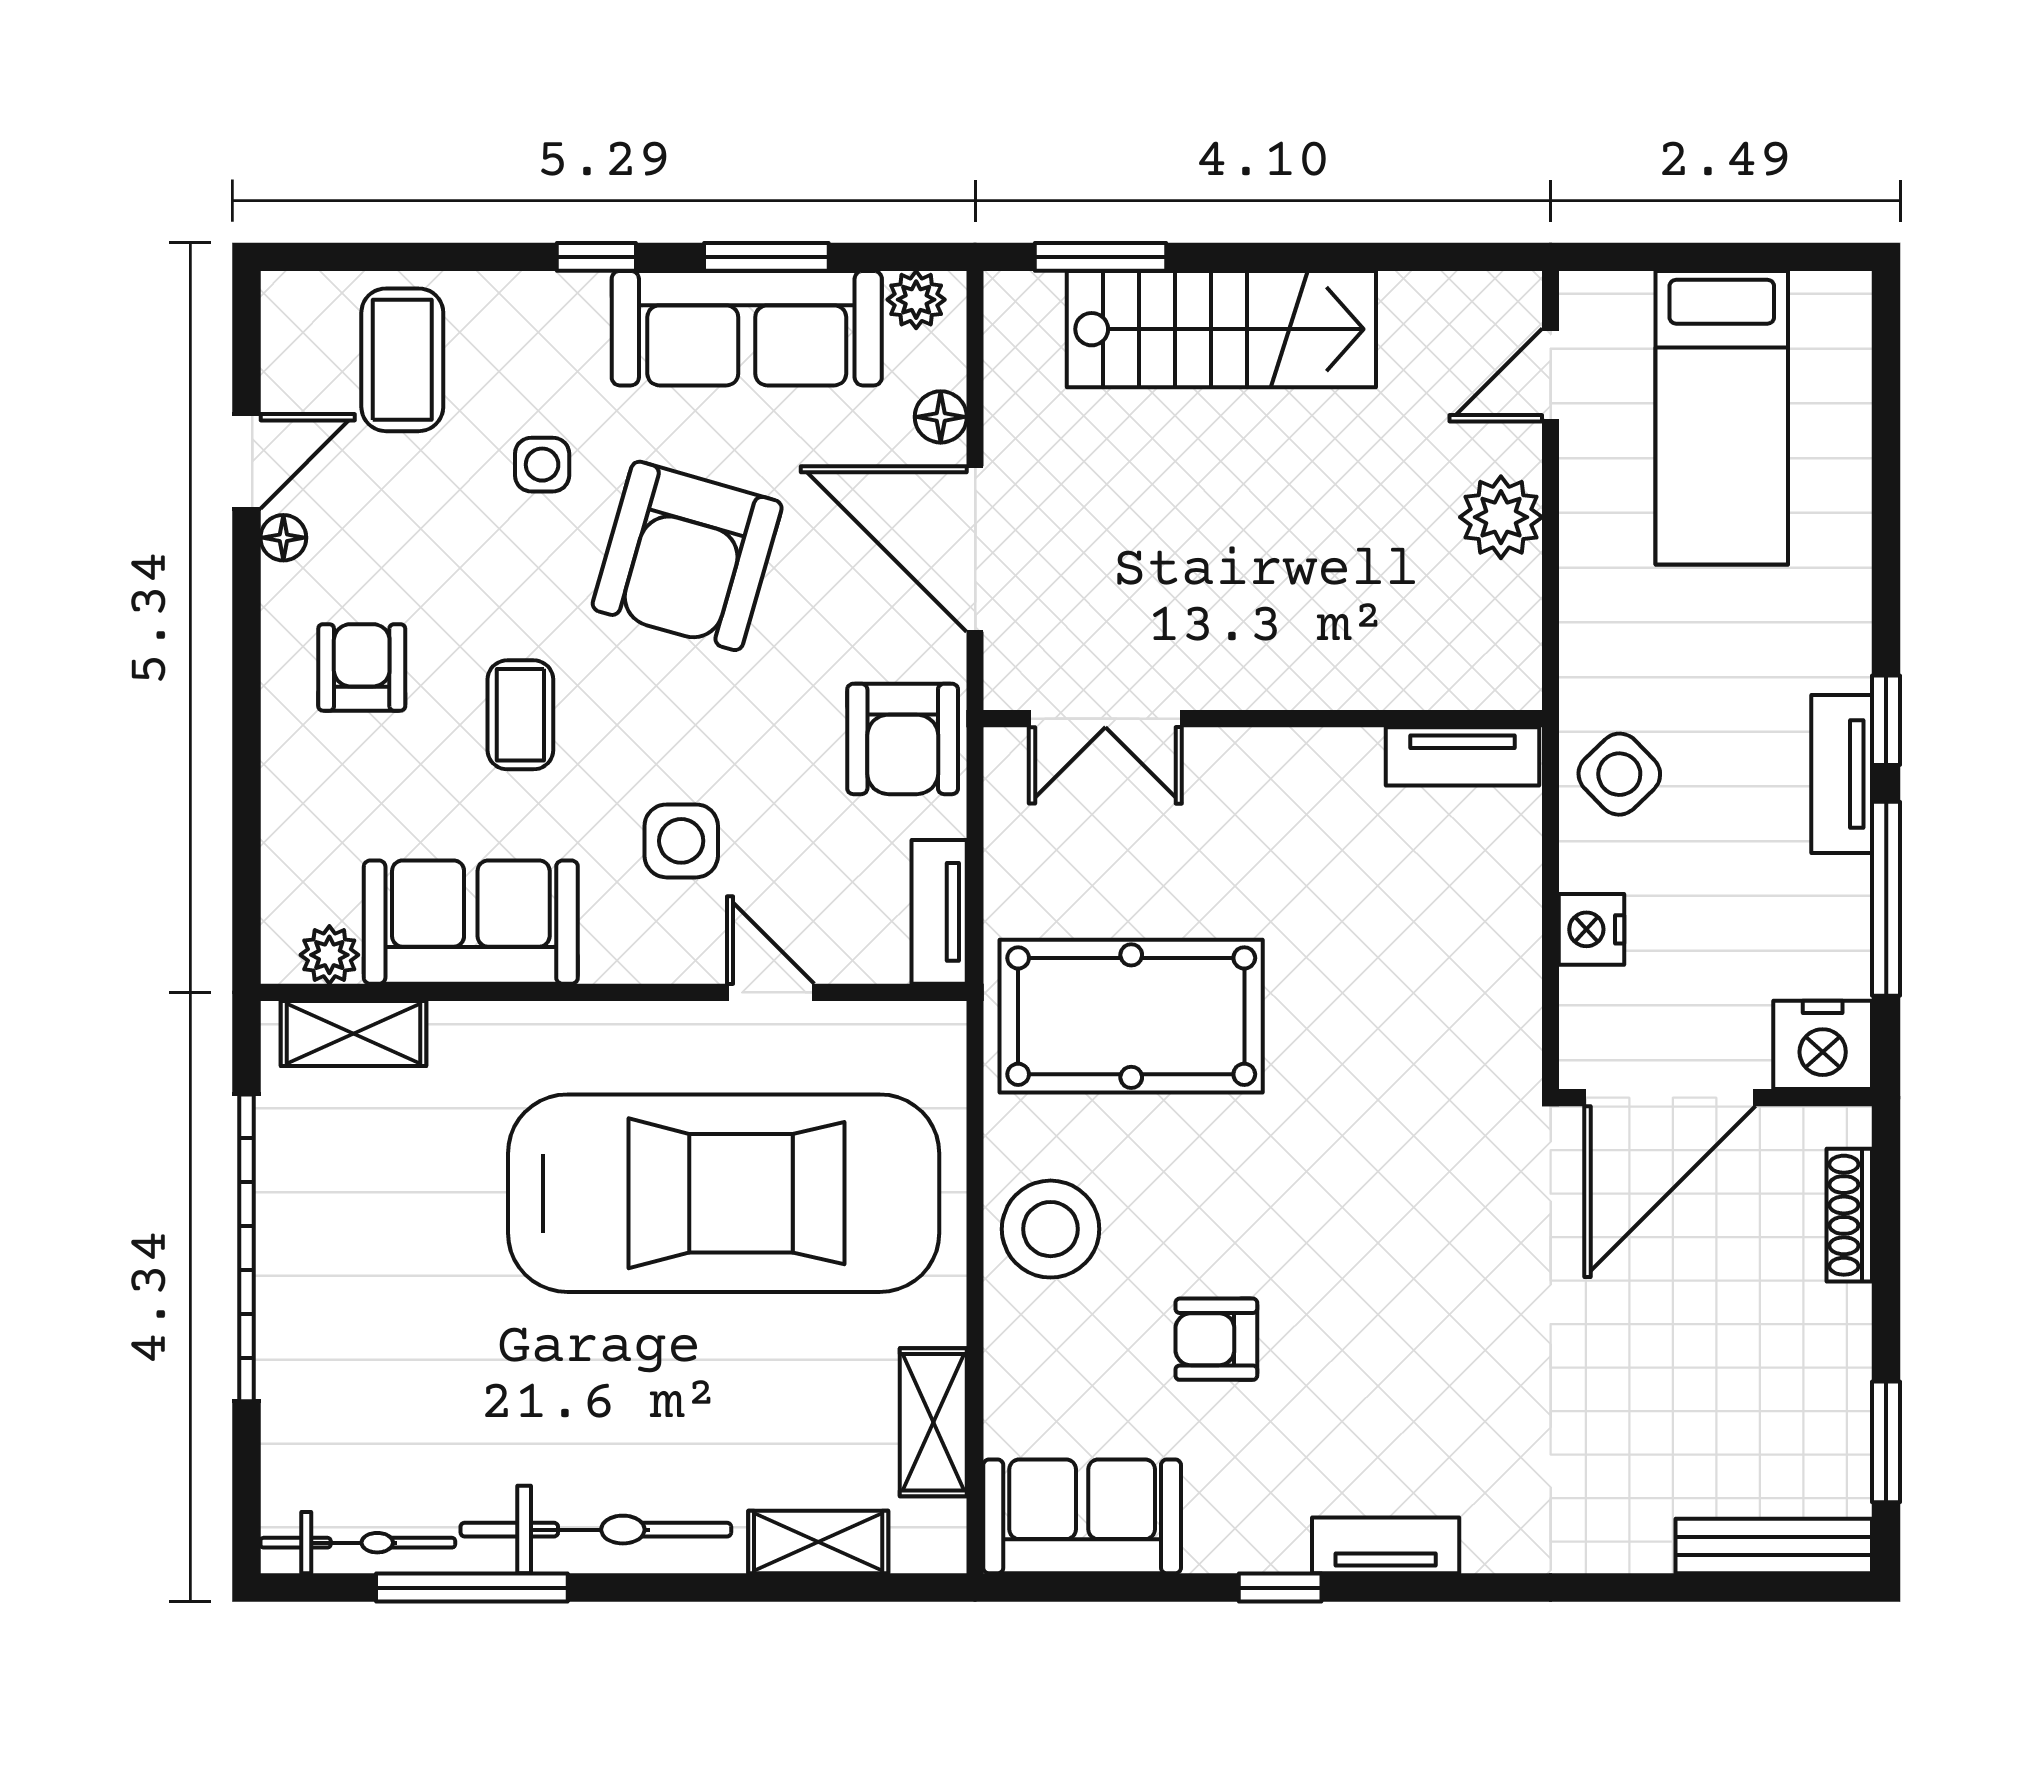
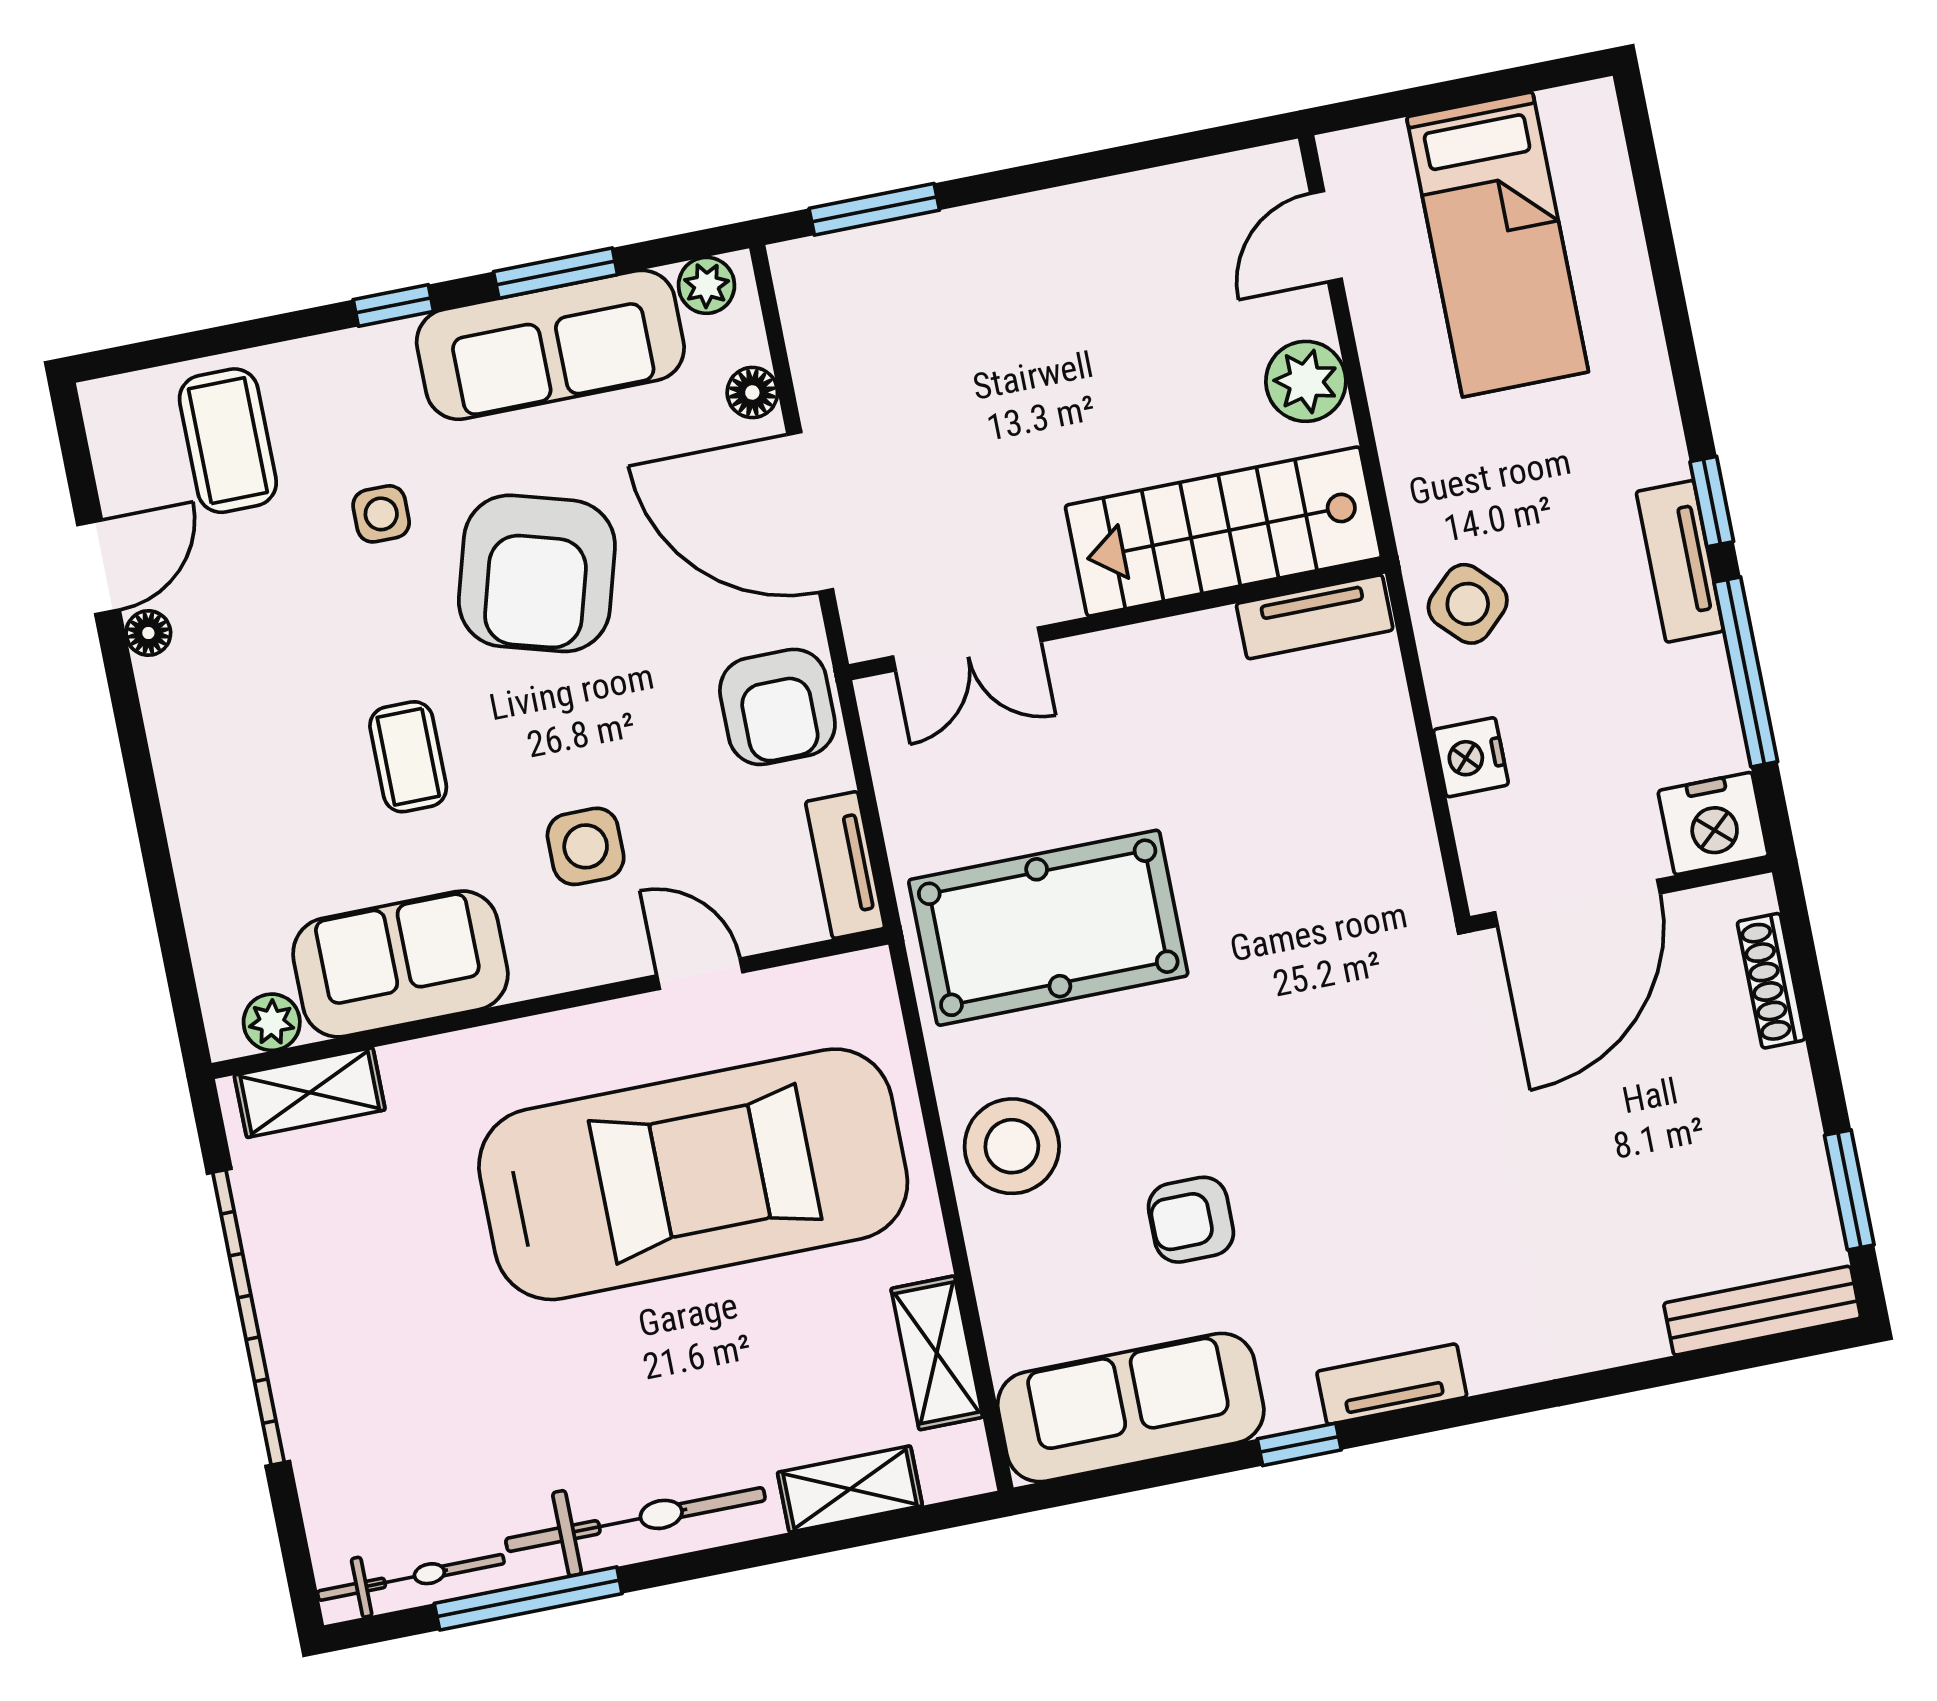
stairs: (1221, 329) -> (1223, 531), moved, turned 180
armchair: (362, 667) -> (248, 742), removed
sofa: (1082, 1516) -> (1131, 1408), width x1.36

